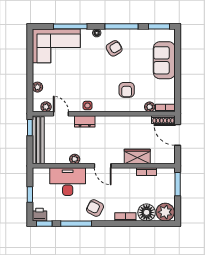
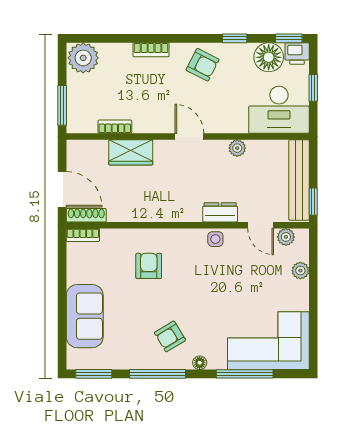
plant: (150, 107) -> (110, 237), removed
desk: (68, 182) -> (279, 110), moved
floor lamp: (147, 212) -> (269, 57), moved
window: (76, 224) -> (235, 38), width x0.46

